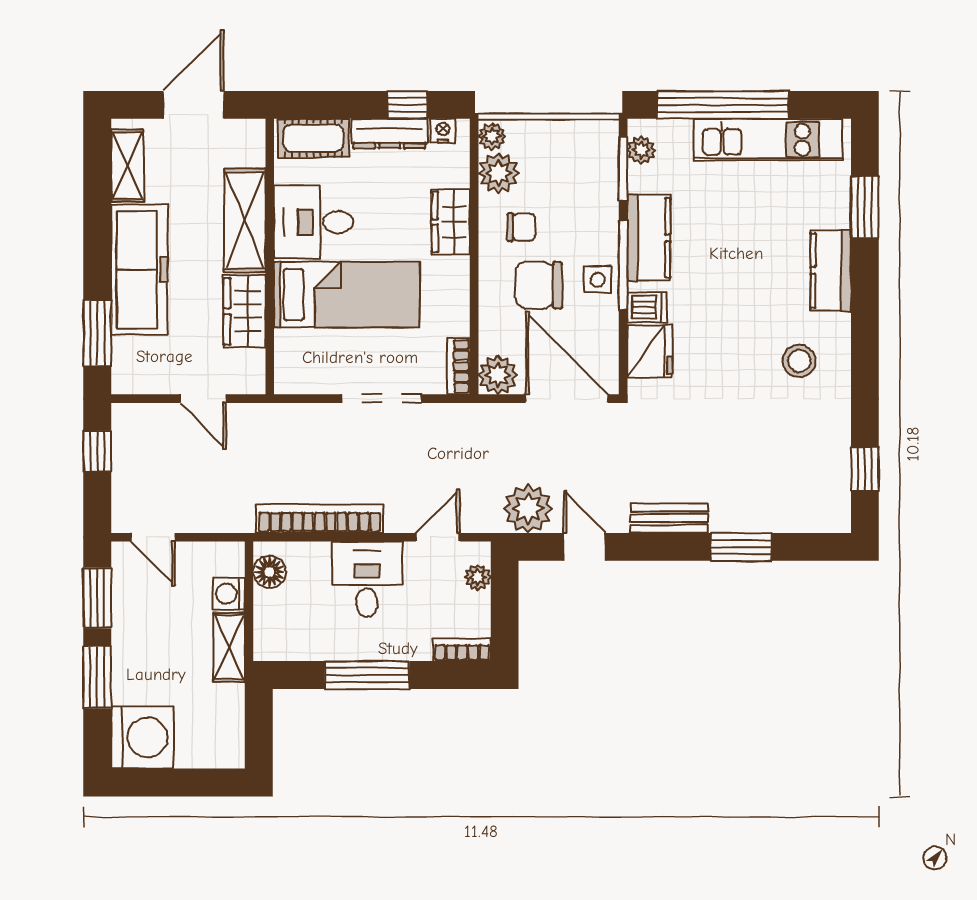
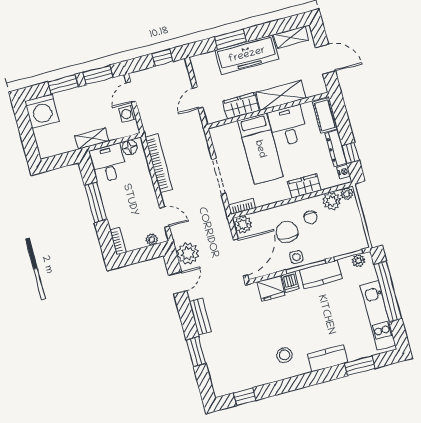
window: (97, 333) -> (230, 39), moved
desk: (367, 579) -> (108, 163), moved, turned -90
washing machine: (229, 594) -> (127, 114), moved, turned -90

